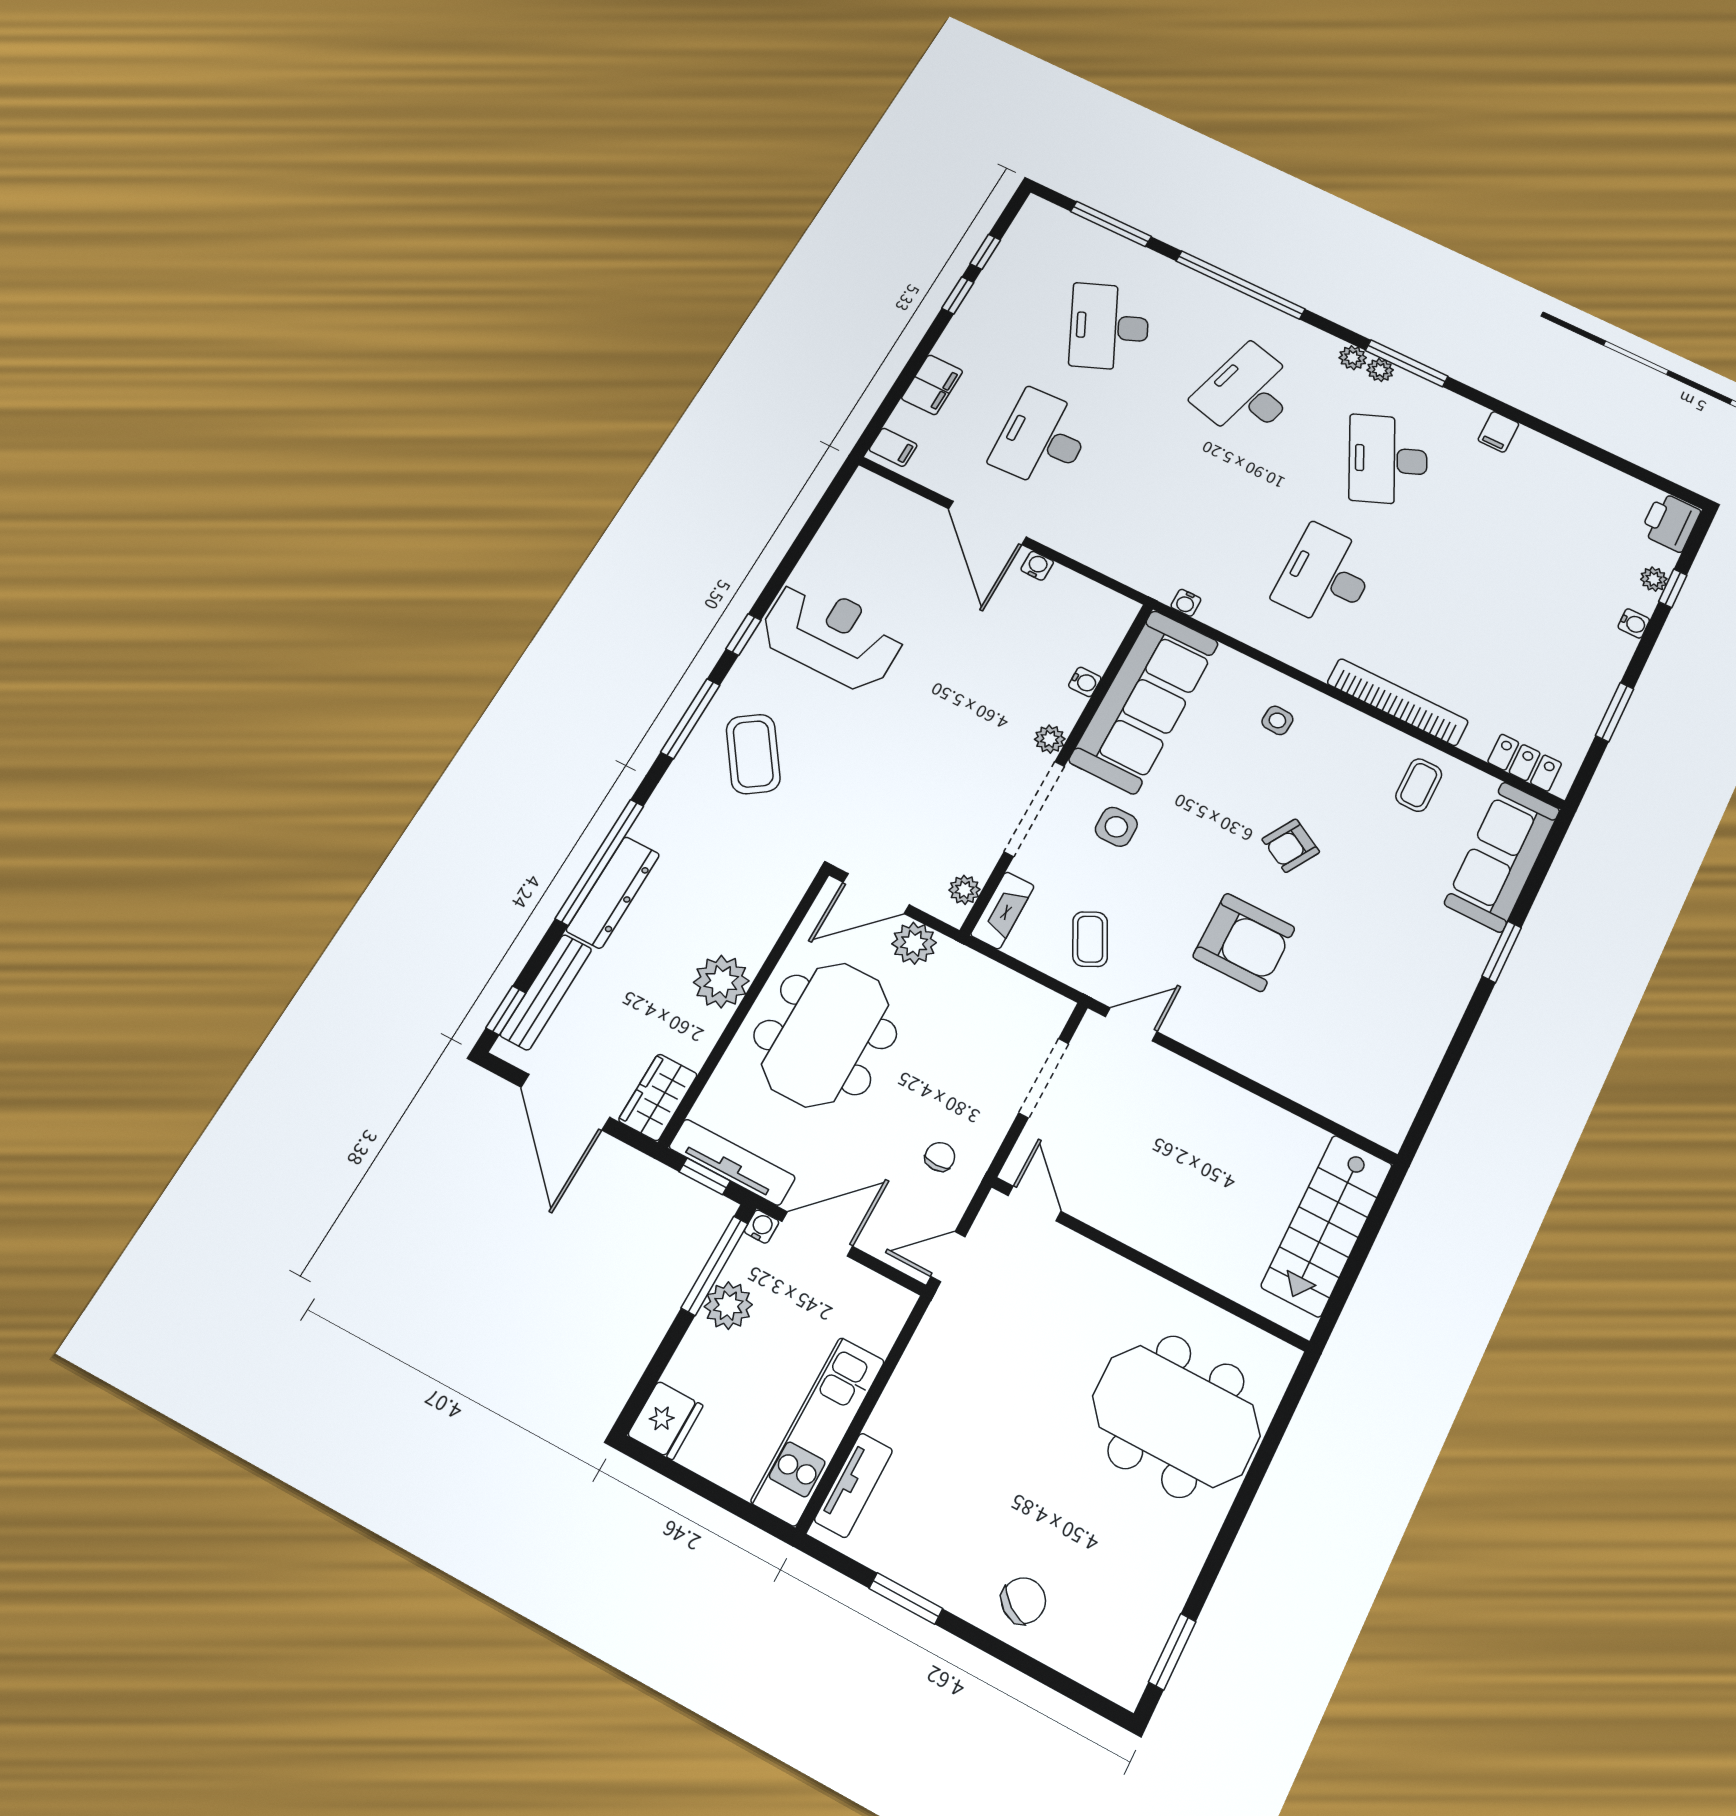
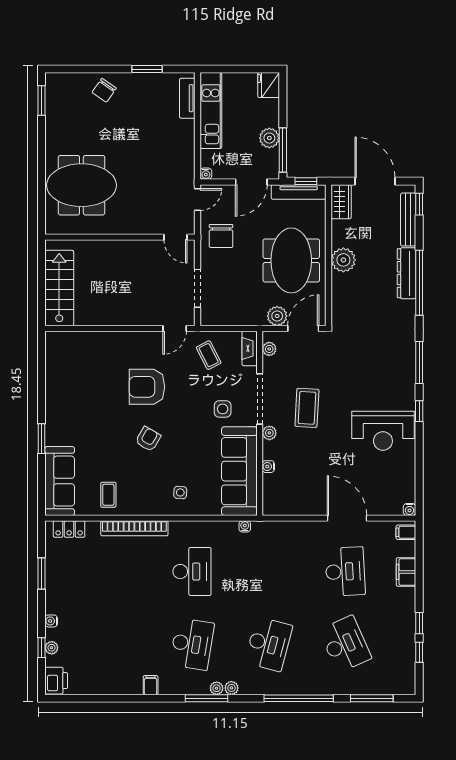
desk: (1388, 460) -> (192, 644), turned 33
water cooler: (1037, 566) -> (410, 509), moved
coffee table: (753, 754) -> (307, 408), moved, turned 38
chair: (940, 1157) -> (221, 236), width x1.87, depth x1.87
water cooler: (762, 1227) -> (206, 174), moved

